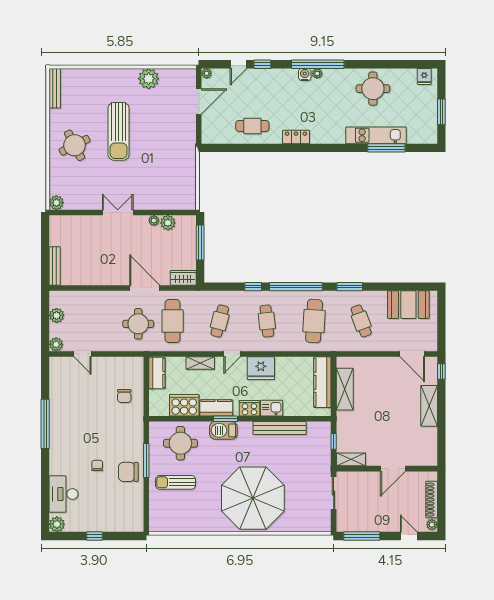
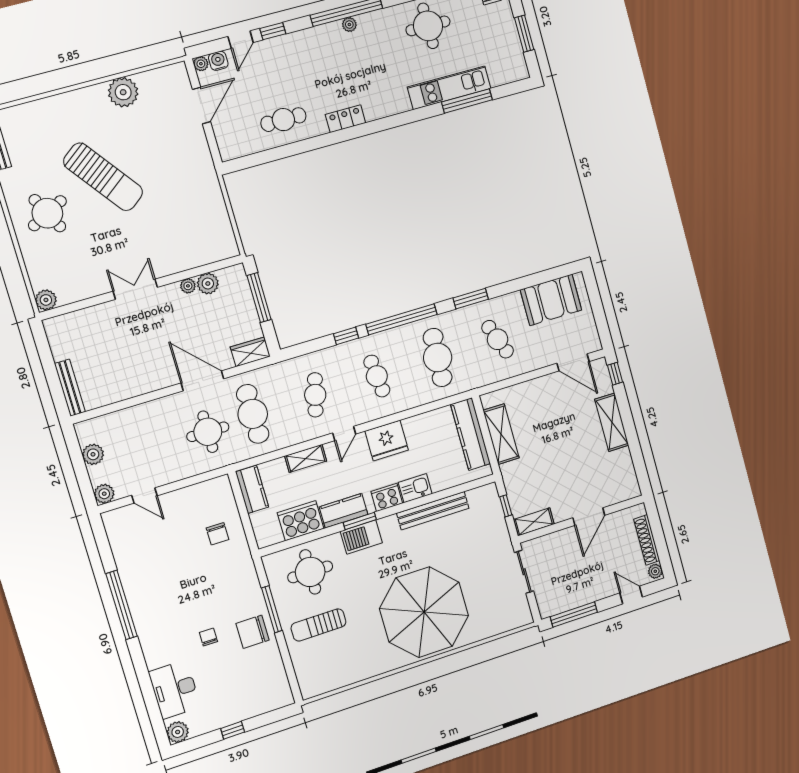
water cooler: (305, 74) -> (218, 61), moved
sun lounger: (119, 131) -> (103, 177), turned -37

